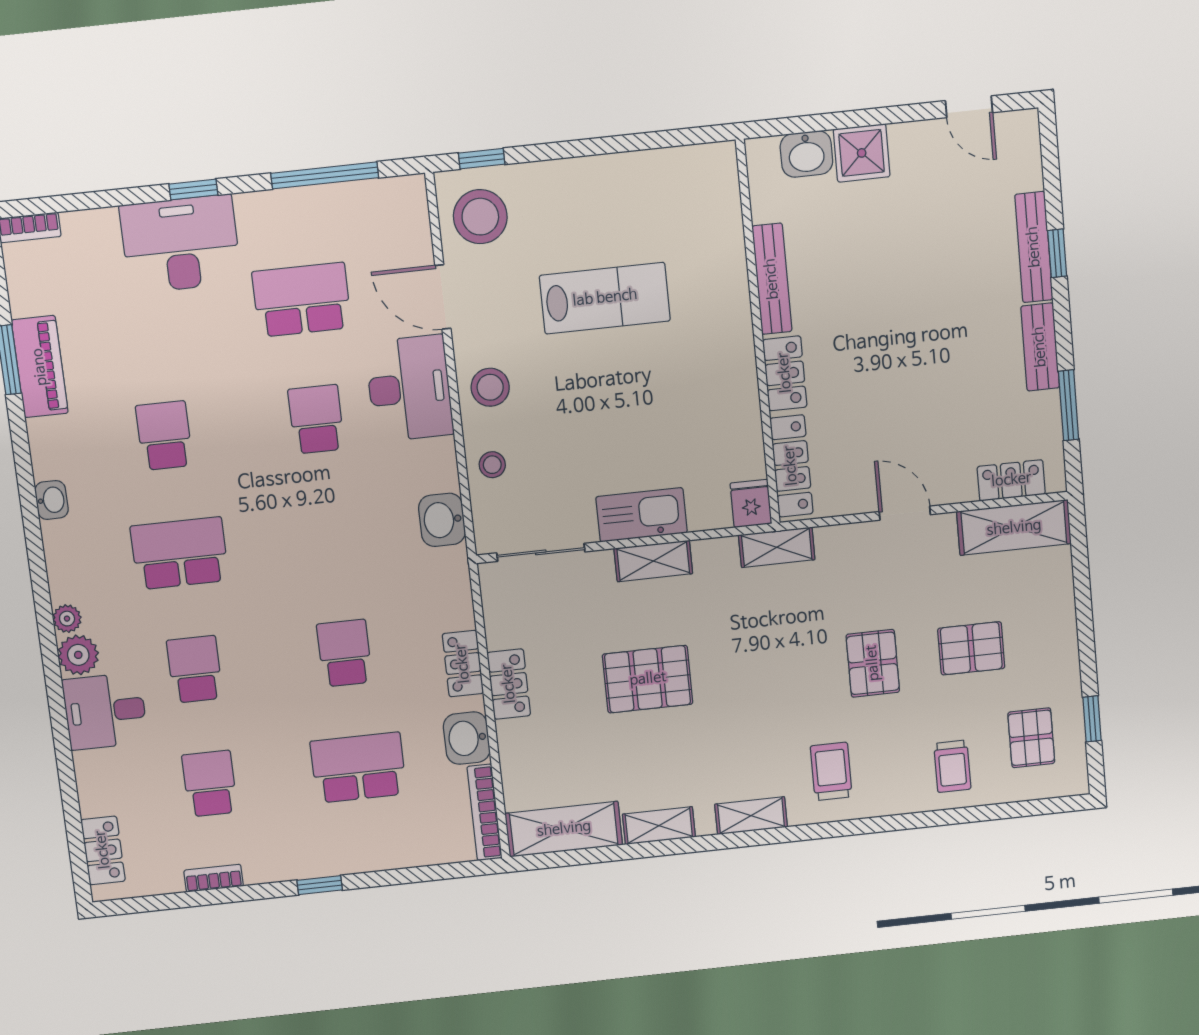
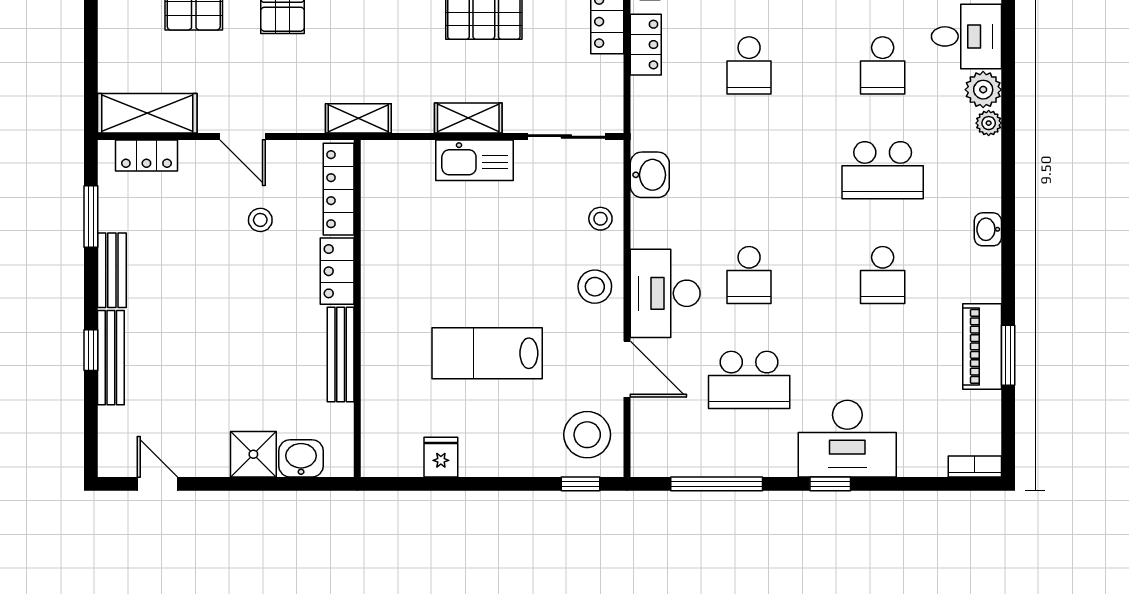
stool: (877, 422) -> (260, 220), added
fridge: (751, 503) -> (441, 457), moved, turned 180

